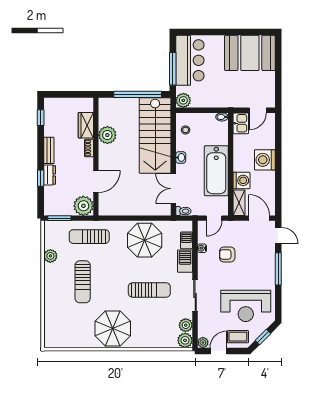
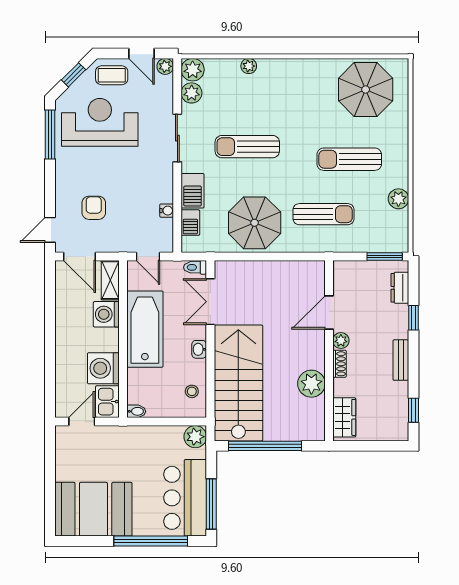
window: (212, 32) -> (151, 541), added
window: (173, 69) -> (211, 504), moved
wardrobe: (86, 125) -> (344, 417), moved
washing machine: (265, 160) -> (103, 368), moved, turned 180
dresser: (50, 175) -> (400, 288), moved
double door: (173, 189) -> (210, 302), swing flipped
plant: (83, 206) -> (341, 341), moved, width x0.53, depth x0.53
door: (214, 218) -> (148, 256), swing flipped
door: (278, 236) -> (50, 230), hinge flipped
sun lounger: (89, 237) -> (324, 214), moved
armchair: (227, 254) -> (94, 208), moved, turned -90
window: (278, 269) -> (50, 135), moved
sun lounger: (83, 282) -> (349, 159), turned -90
parasol: (113, 328) -> (366, 89), moved
plant: (148, 343) -> (249, 66), added
door: (218, 351) -> (142, 53), hinge flipped

